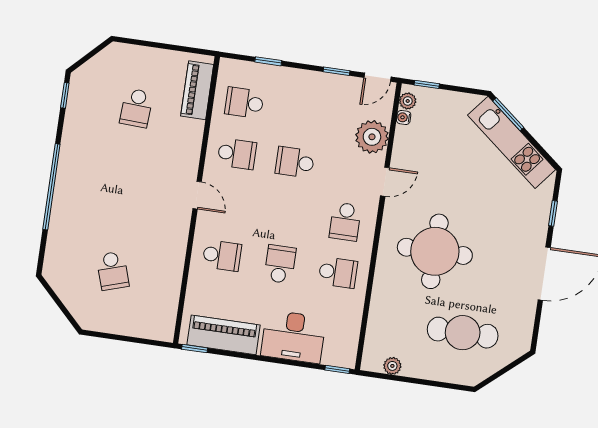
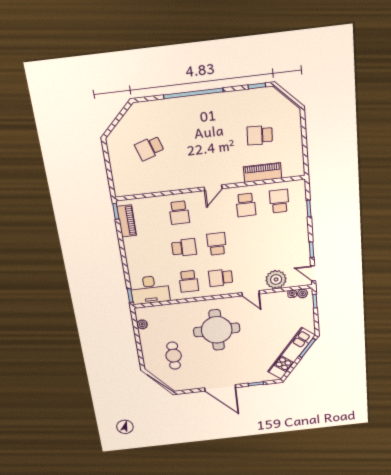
piano: (197, 90) -> (263, 172), moved
school desk: (295, 162) -> (217, 244), moved
cafe table: (463, 333) -> (174, 356), width x0.73, depth x0.74
piano: (224, 335) -> (127, 221), width x0.73, depth x0.75
desk: (293, 337) -> (150, 290), moved, turned -90

